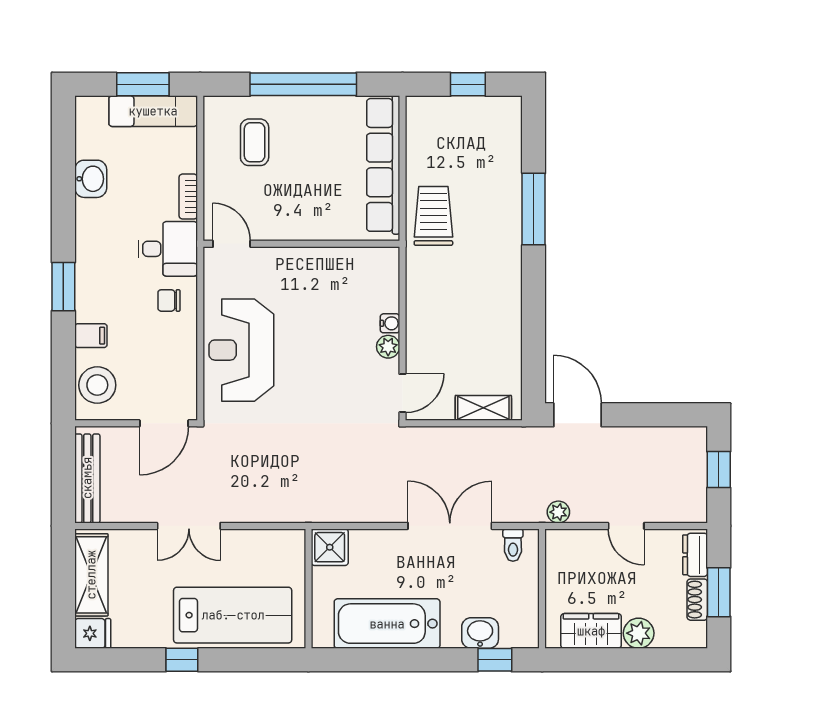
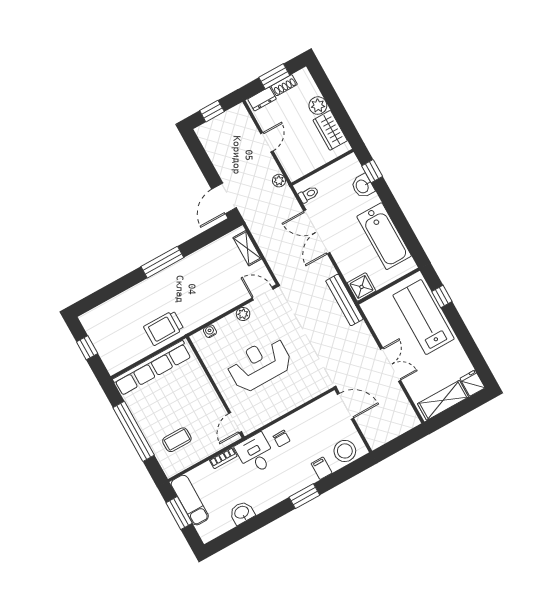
window: (534, 209) -> (162, 262), moved
water cooler: (390, 323) -> (210, 331), moved
reception desk: (241, 350) -> (260, 364), moved, turned 180
bench: (87, 478) -> (344, 300), moved, turned 90
window: (182, 660) -> (442, 296), moved

